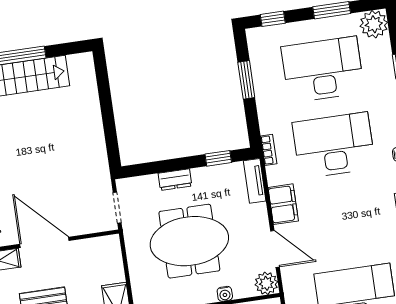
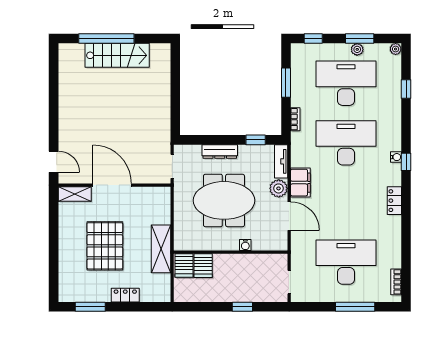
plant: (331, 24) -> (357, 49), added
plant: (374, 24) -> (396, 49), width x0.53, depth x0.53
bookcase: (269, 150) -> (295, 119), moved
dresser: (175, 180) -> (220, 151), width x1.44
plant: (266, 283) -> (279, 188), moved

